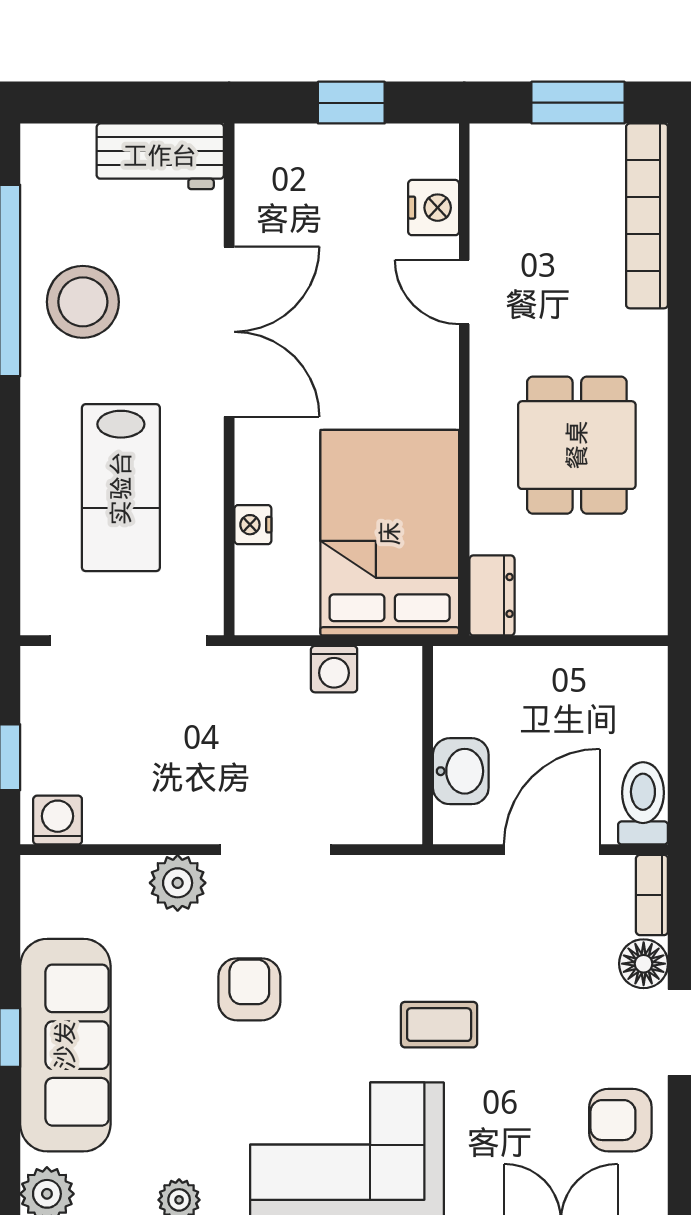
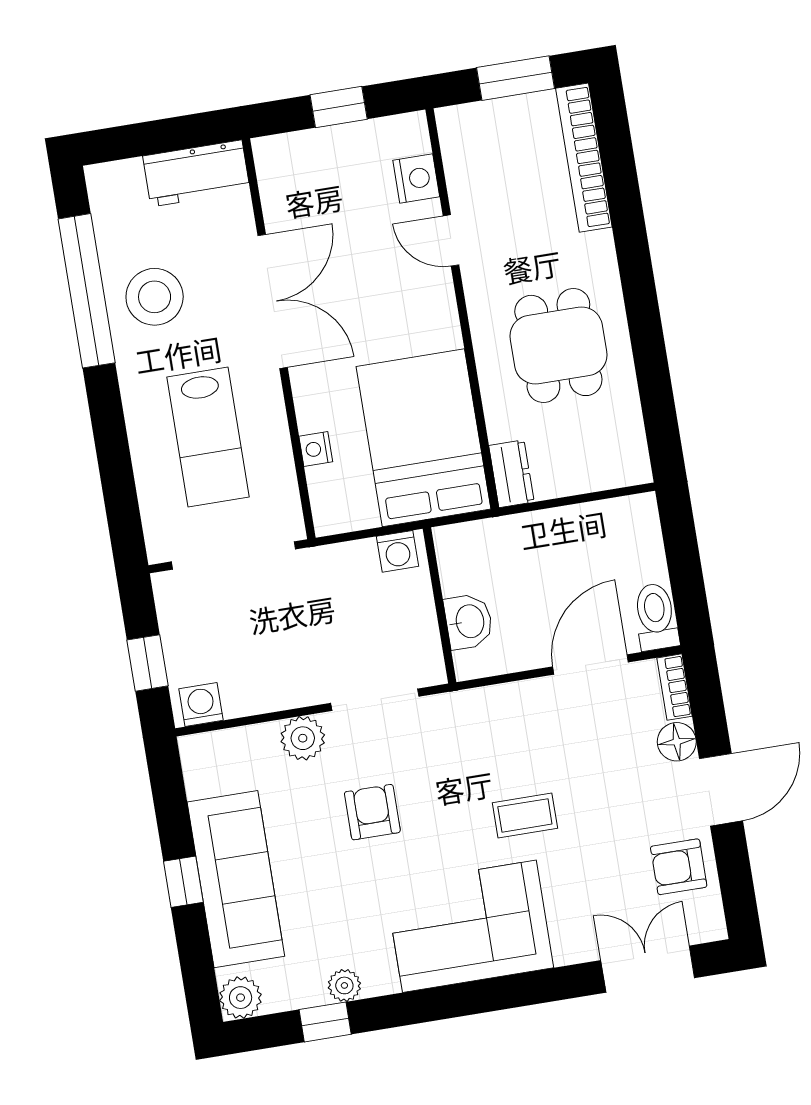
wall: (428, 745) -> (440, 605), moved
washbasin: (461, 771) -> (469, 621), moved

